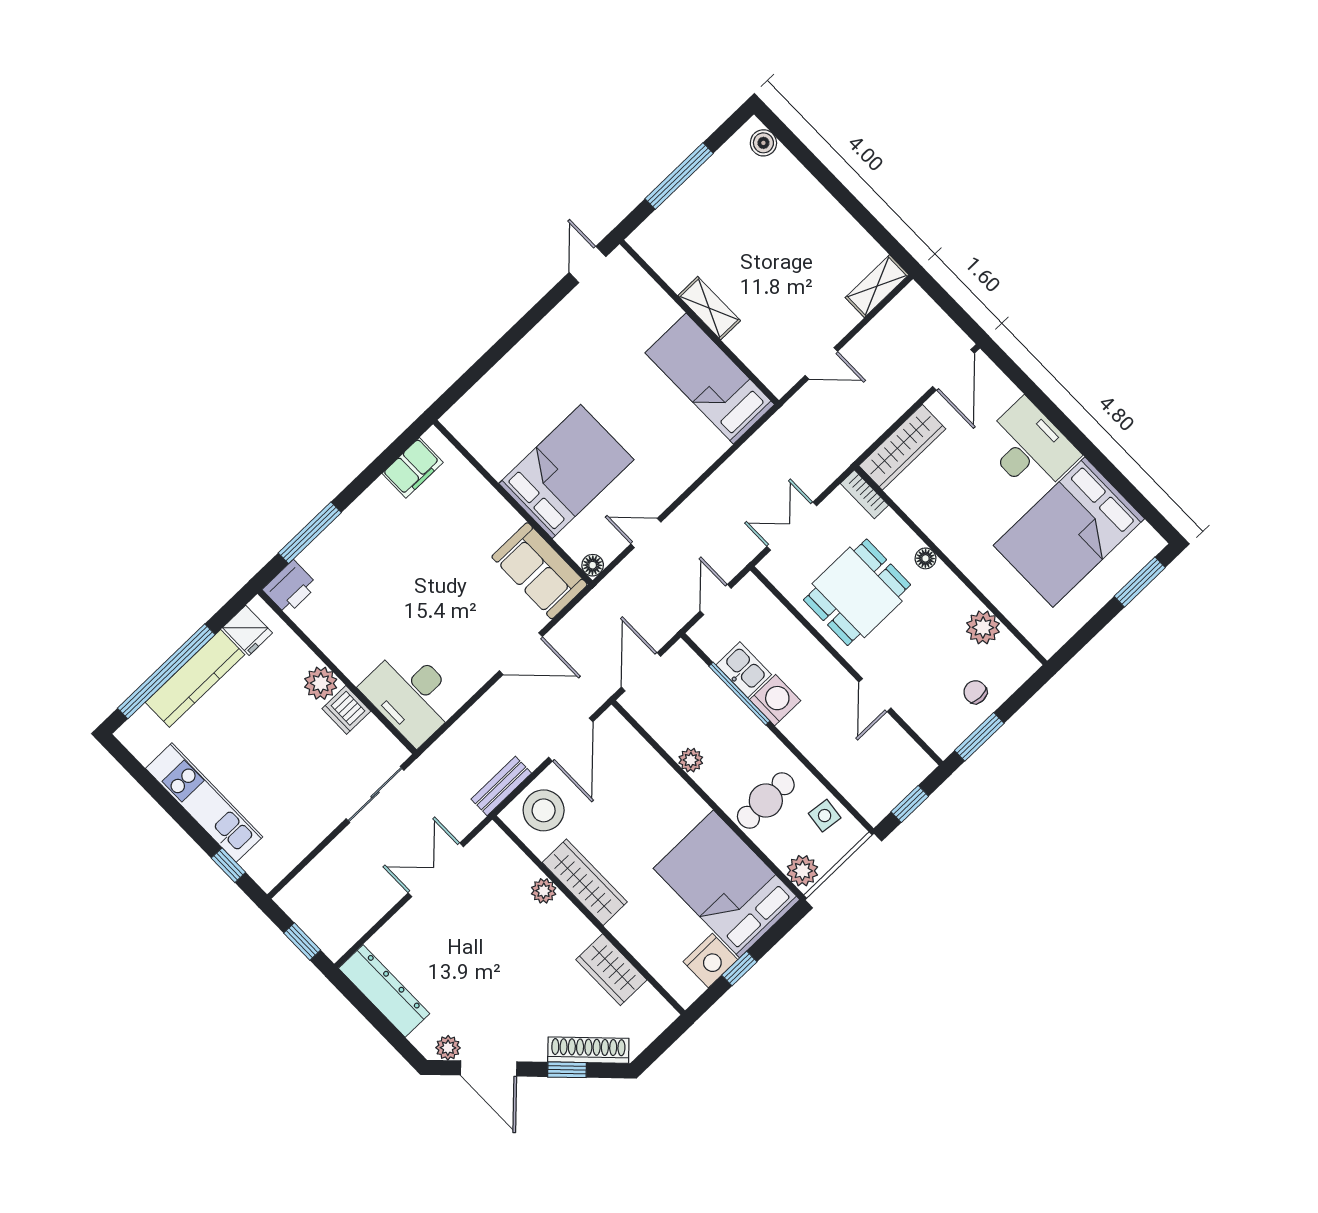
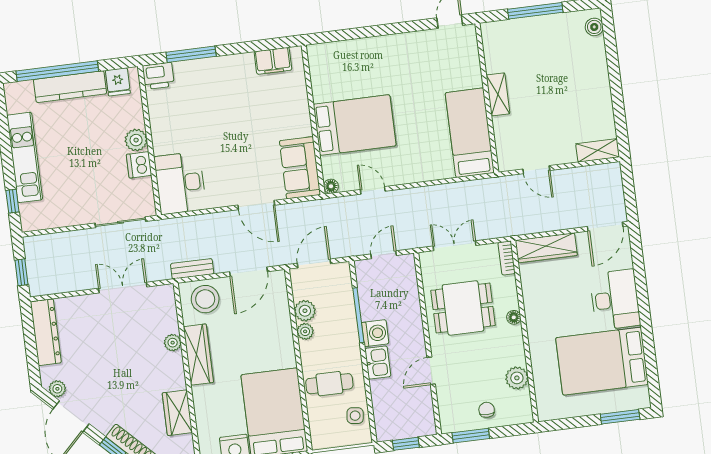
kitchen sink: (744, 670) -> (378, 363), moved
plant: (802, 871) -> (305, 311), moved

